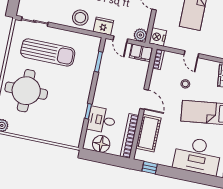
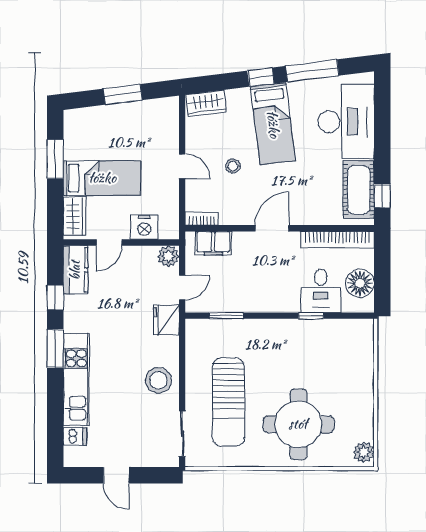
stool: (80, 18) -> (158, 380), moved
nightstand: (158, 37) -> (144, 227), moved
sun lounger: (48, 52) -> (228, 402), turned 180
filing cabinet: (141, 53) -> (213, 243), moved, turned 90
door: (191, 54) -> (182, 166), hinge flipped
cot: (148, 133) -> (359, 190), moved, turned 90

